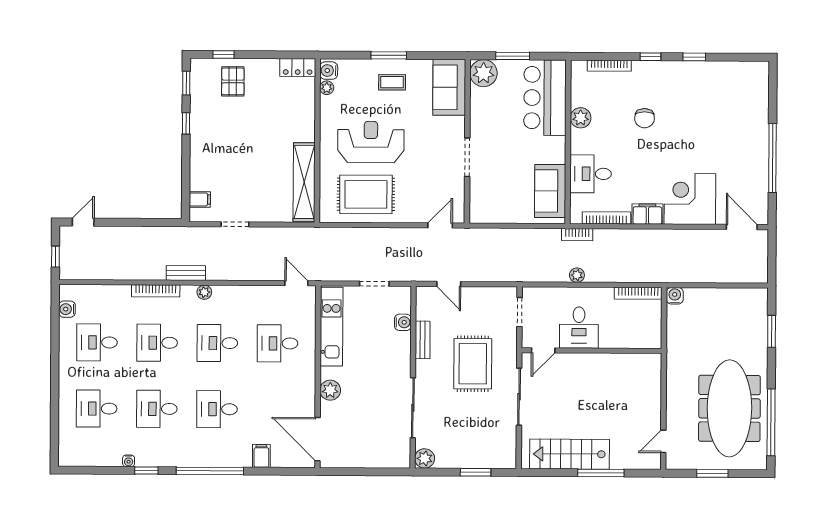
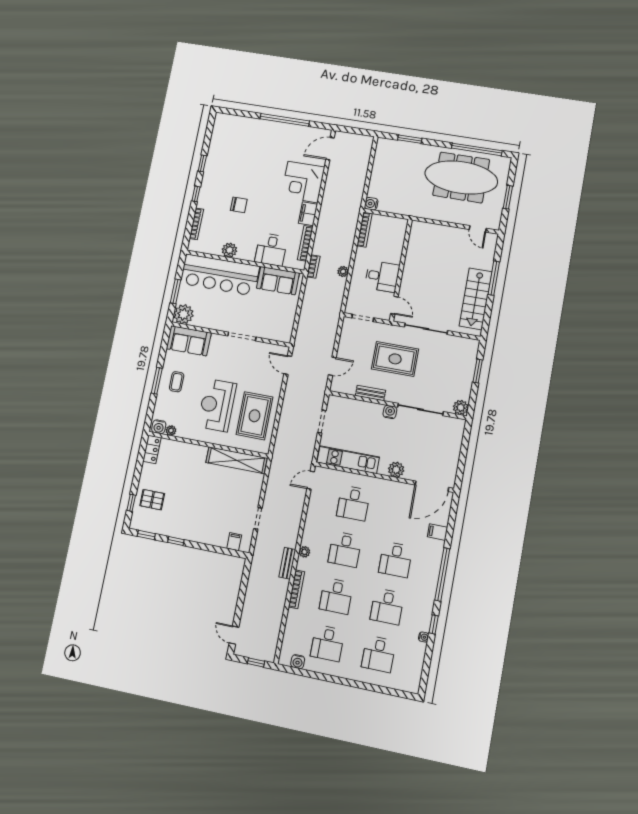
bar counter: (545, 98) -> (220, 275), width x1.36
water cooler: (403, 322) -> (390, 412), moved

